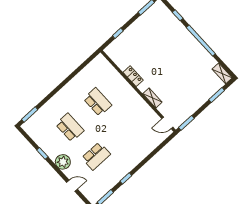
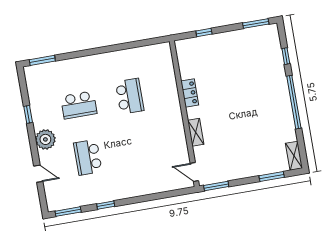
school desk: (70, 127) -> (79, 105), turned 90
school desk: (96, 156) -> (88, 157), turned 90

